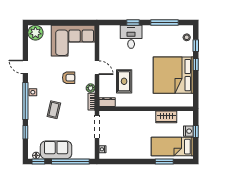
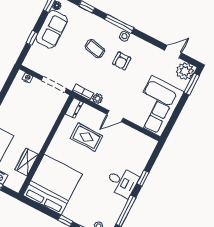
window: (43, 23) -> (192, 84), added
desk: (131, 37) -> (122, 182), moved
door: (25, 67) -> (173, 52), moved
bed: (173, 75) -> (53, 185), moved
armchair: (69, 78) -> (122, 61), moved
window: (25, 101) -> (119, 24), width x0.68
window: (70, 162) -> (32, 38), width x0.32

